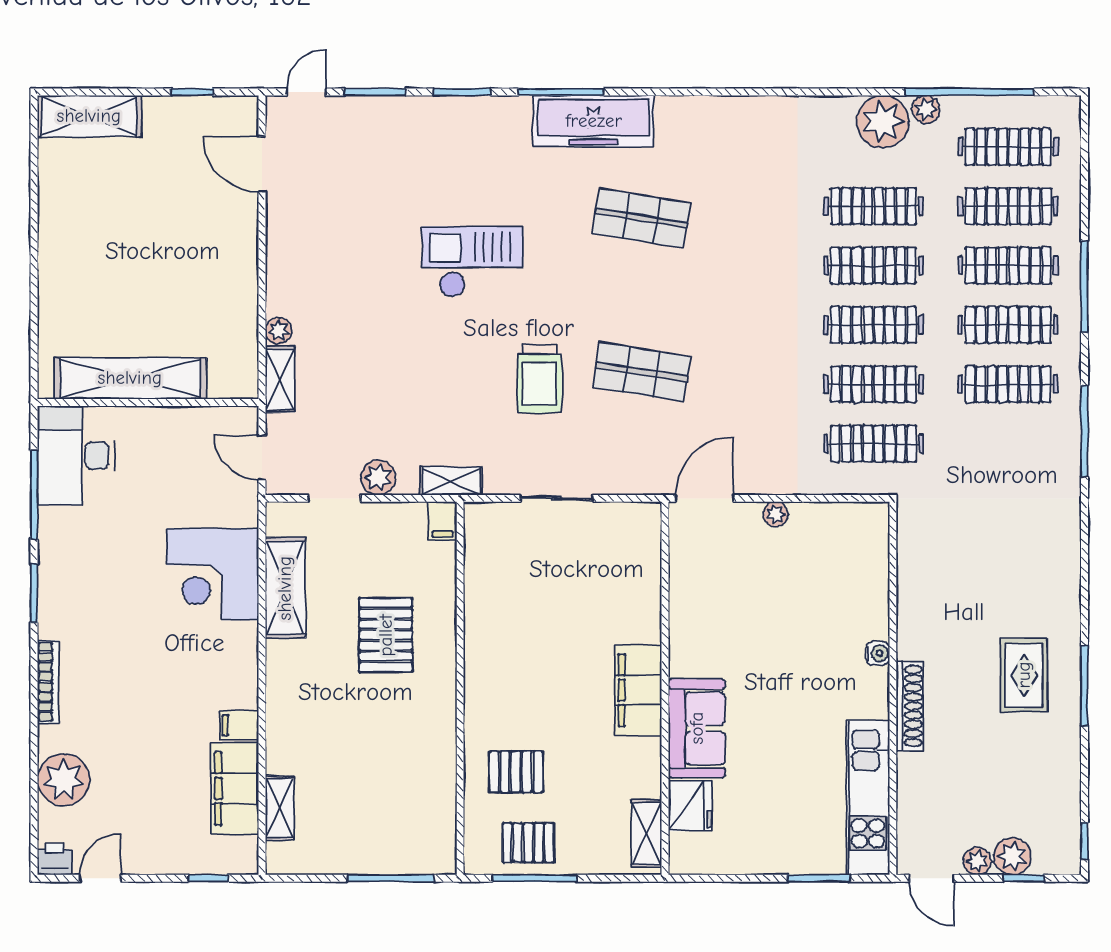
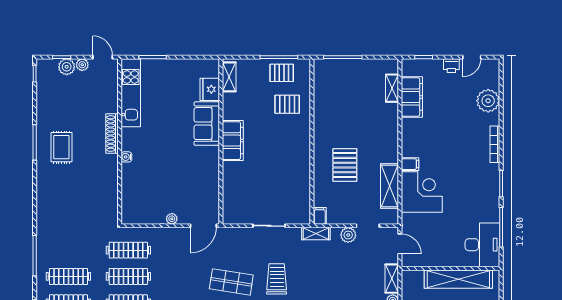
filing cabinet: (239, 725) -> (410, 164), moved
printer: (55, 859) -> (451, 66), moved

